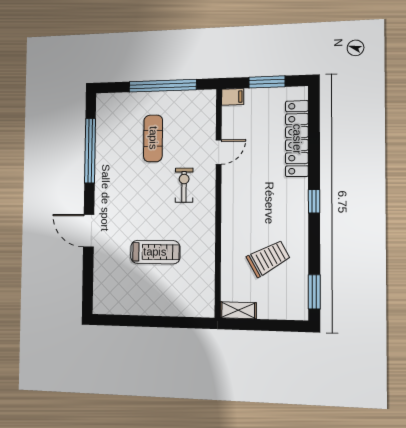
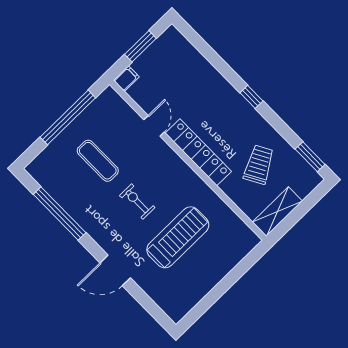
locker: (297, 139) -> (198, 152), moved, turned 180
exercise bike: (184, 185) -> (137, 202), moved
treadmill: (155, 252) -> (178, 237), width x1.37, depth x1.38
shelving: (238, 310) -> (277, 212), width x1.50, depth x1.33

